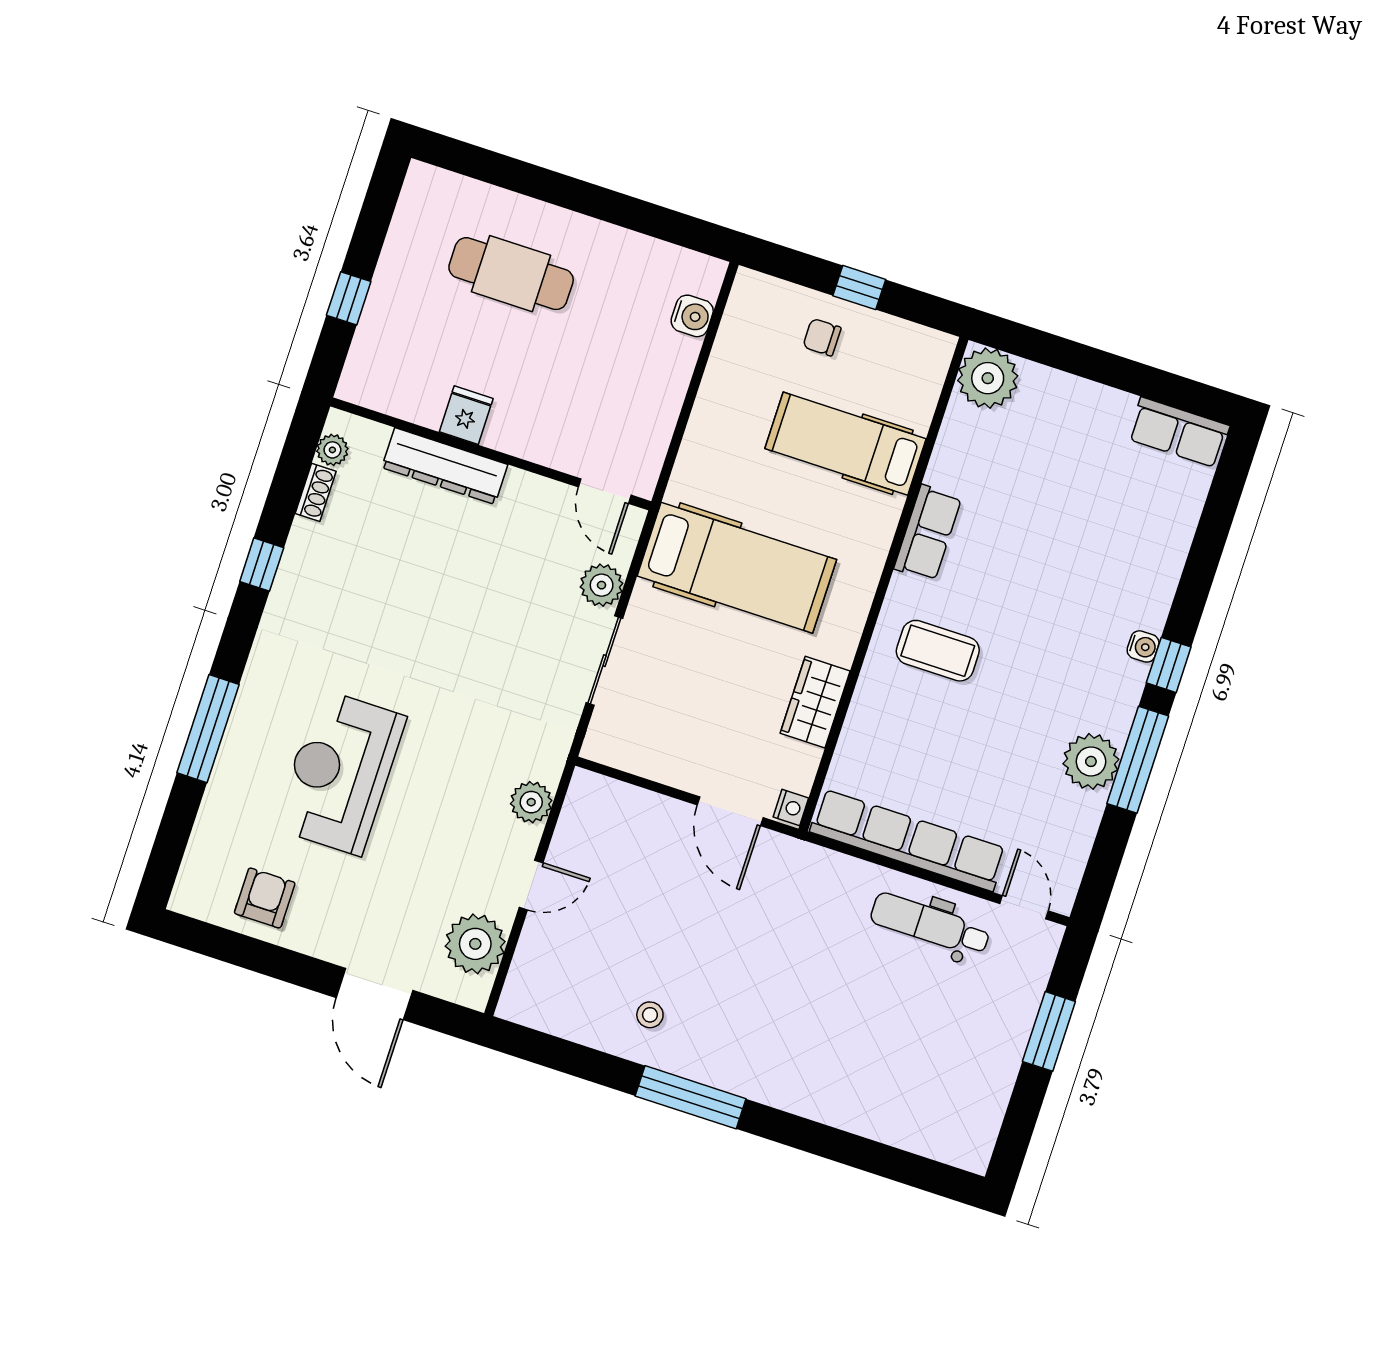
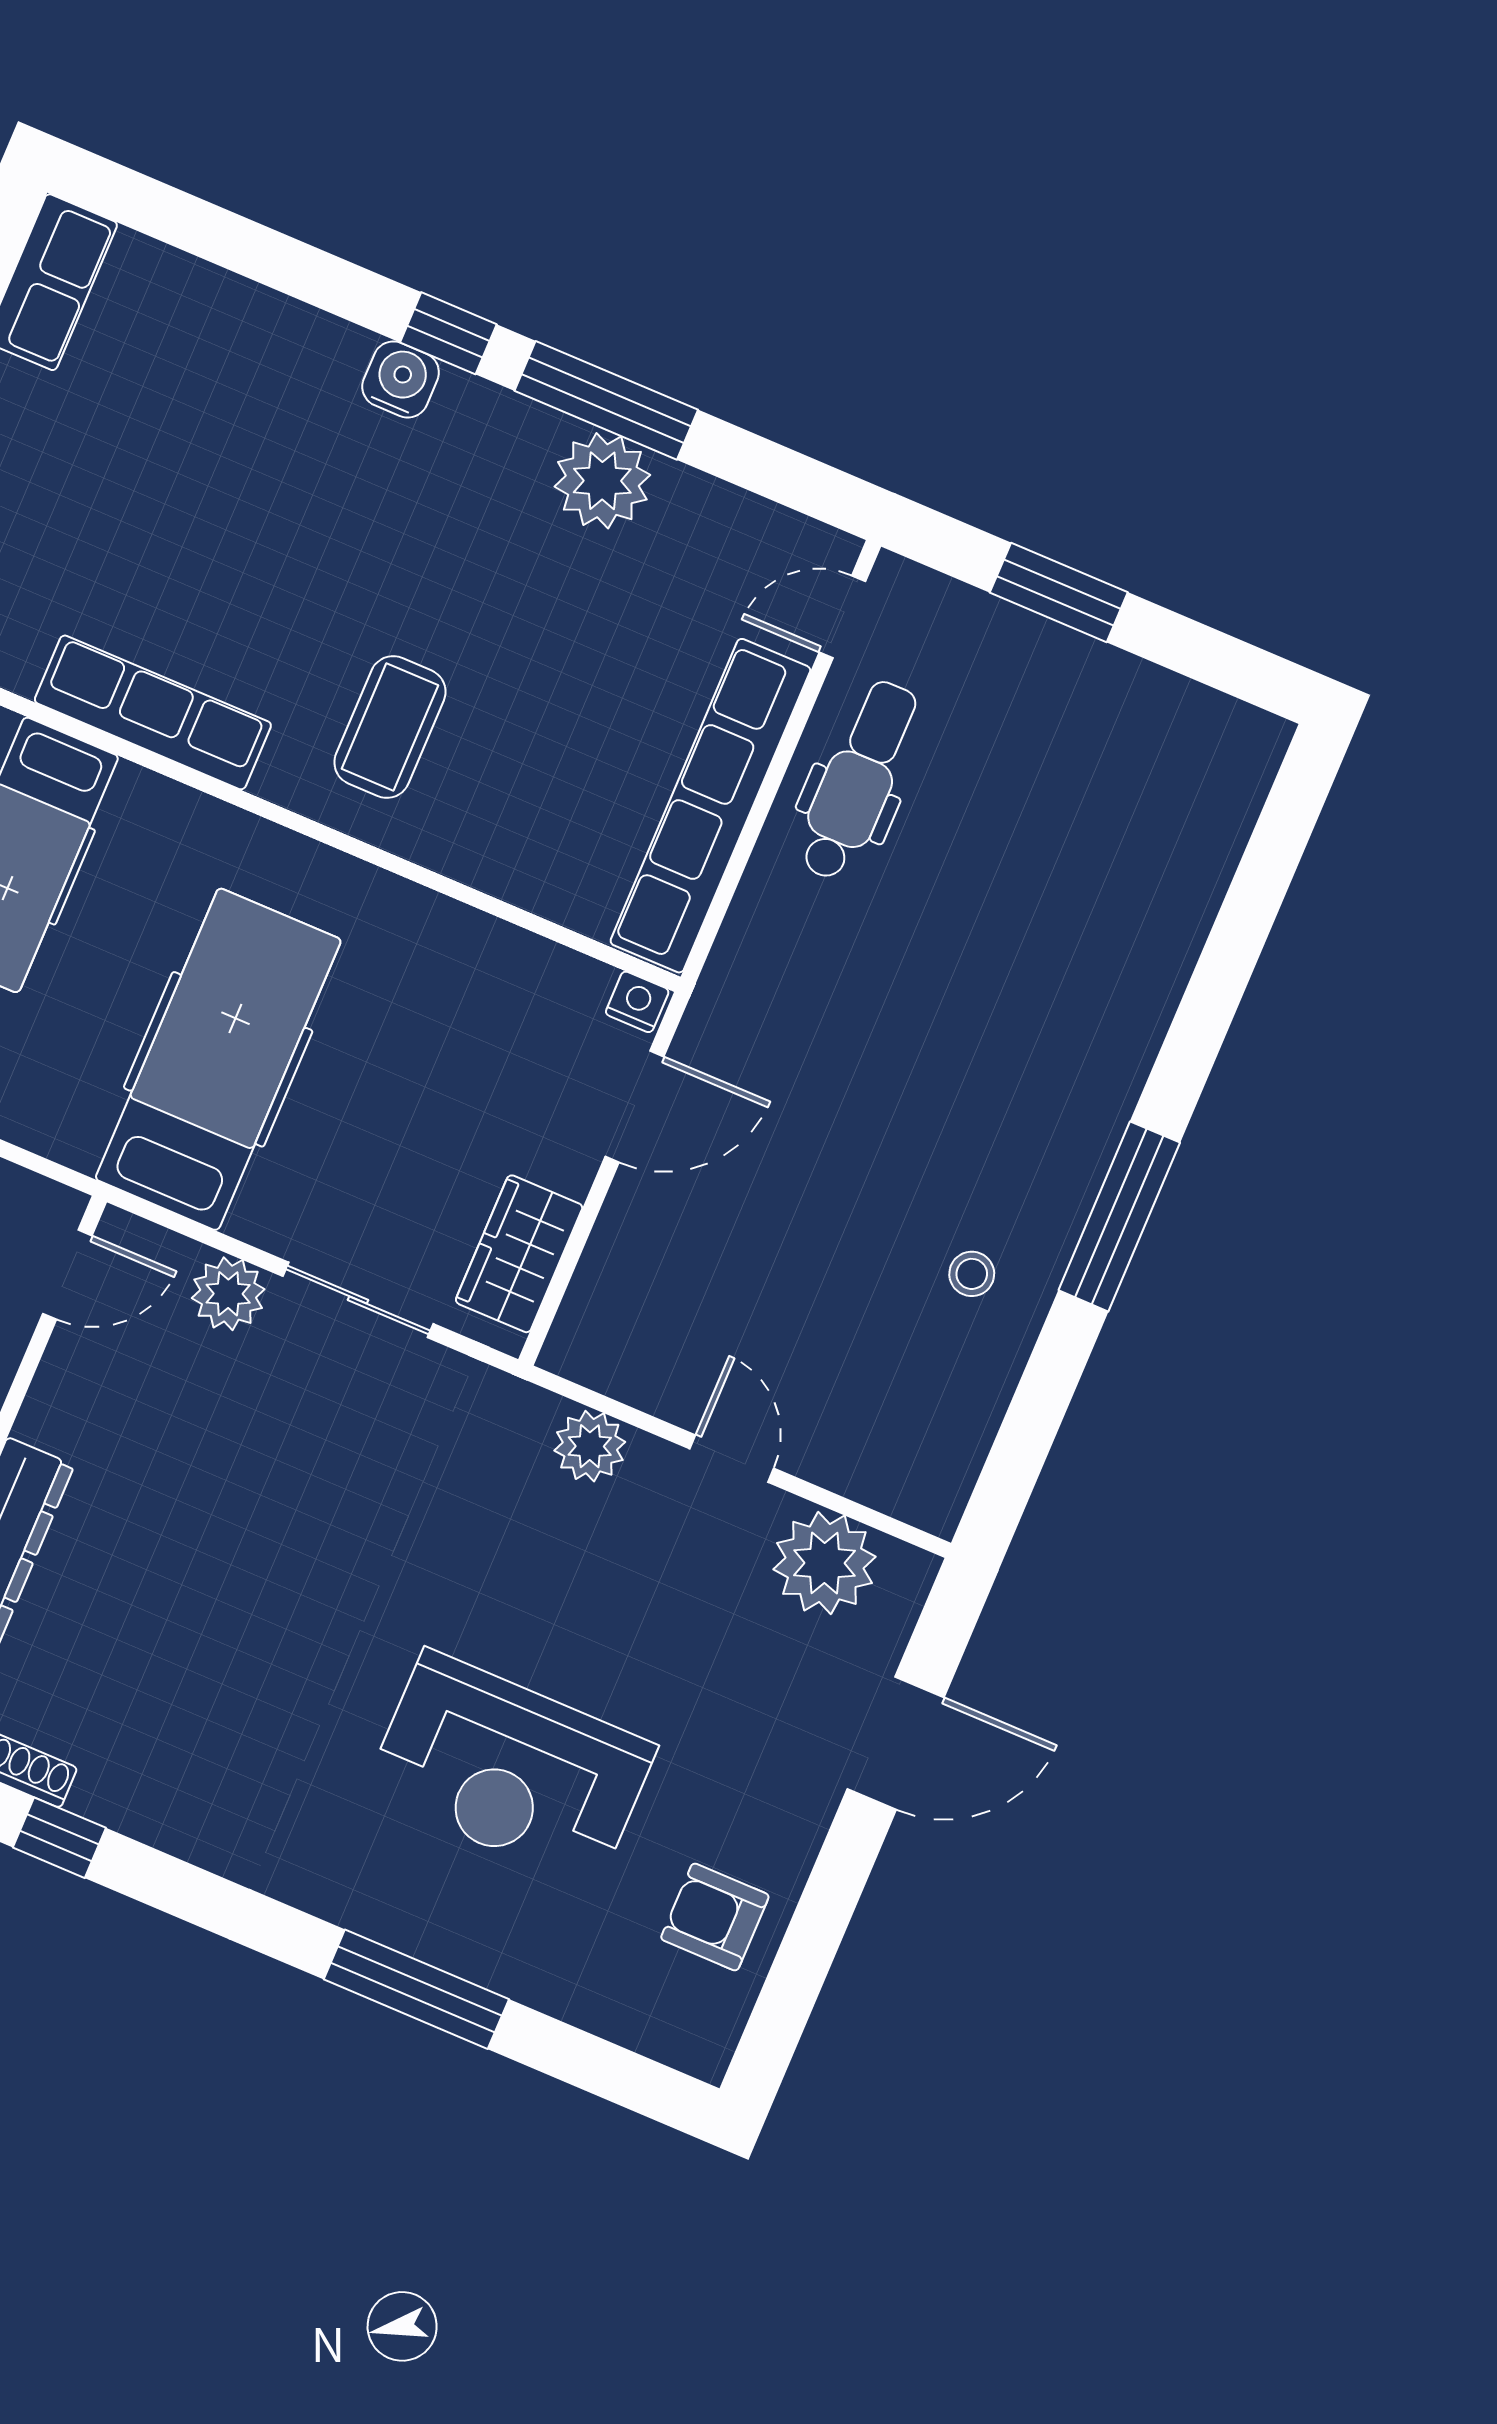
row of seats: (928, 533) -> (153, 712), width x1.48
window: (262, 565) -> (59, 1838), moved
water cooler: (1143, 646) -> (401, 380), width x1.38, depth x1.38
wardrobe: (815, 702) -> (519, 1254), moved, turned 90
dental chair: (930, 924) -> (858, 780), turned 180

